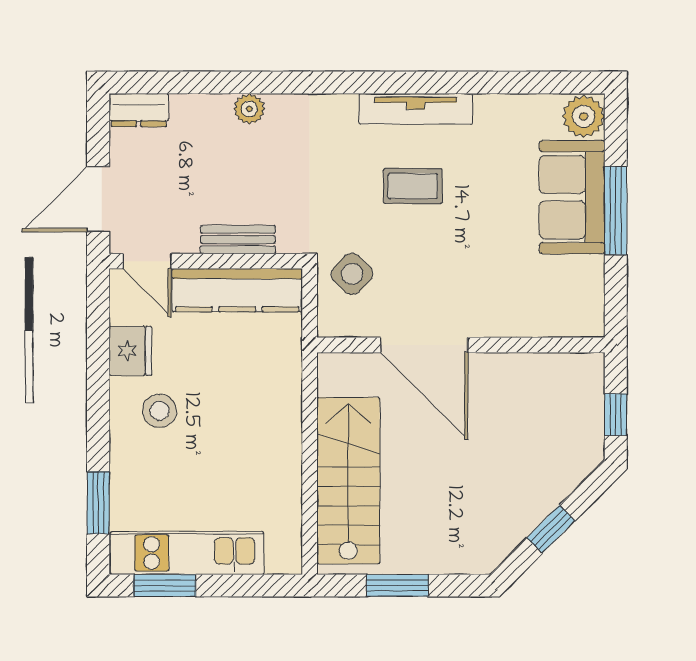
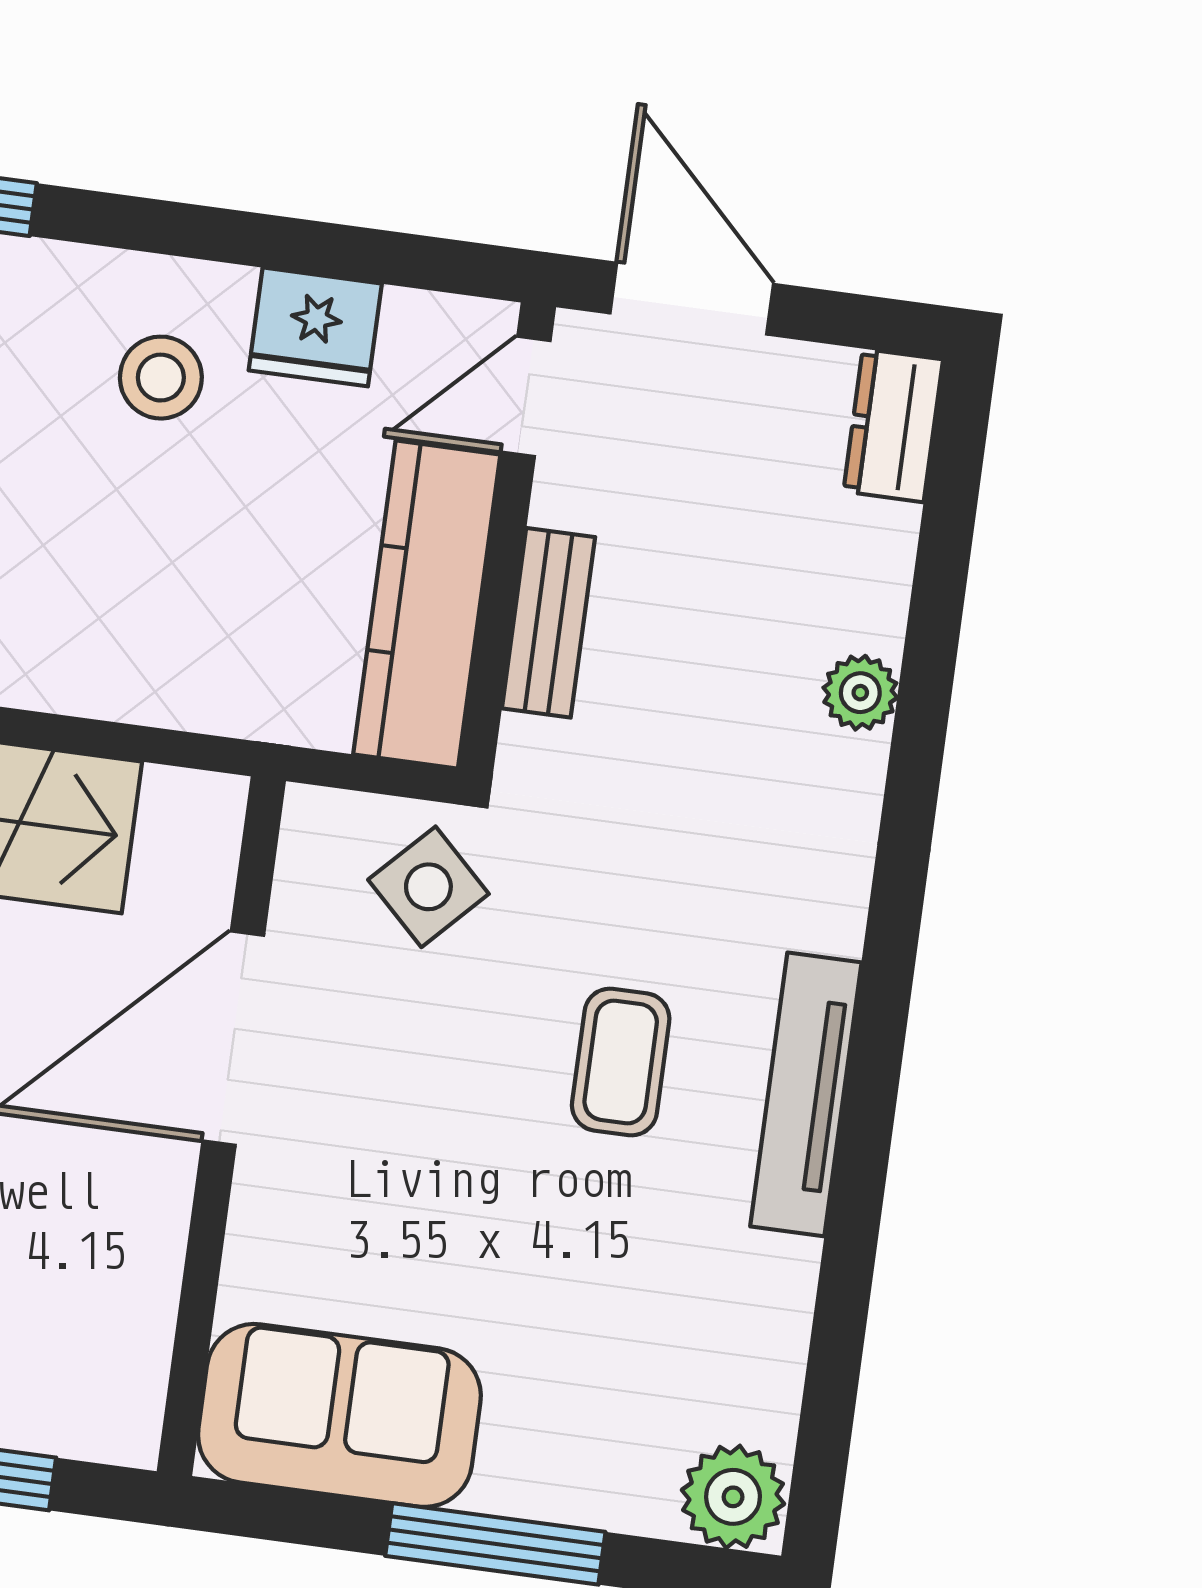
sofa: (572, 197) -> (339, 1415), moved

